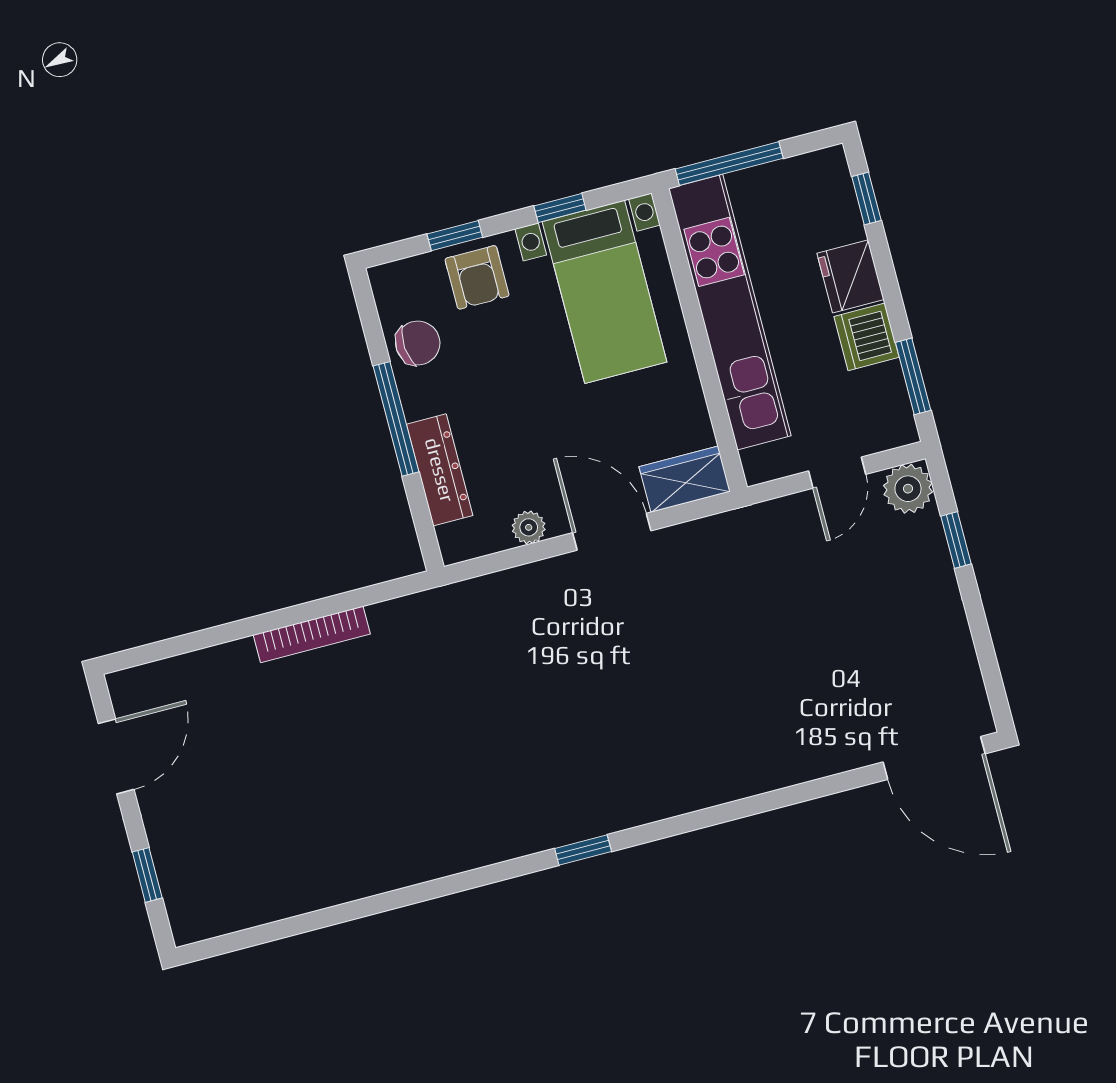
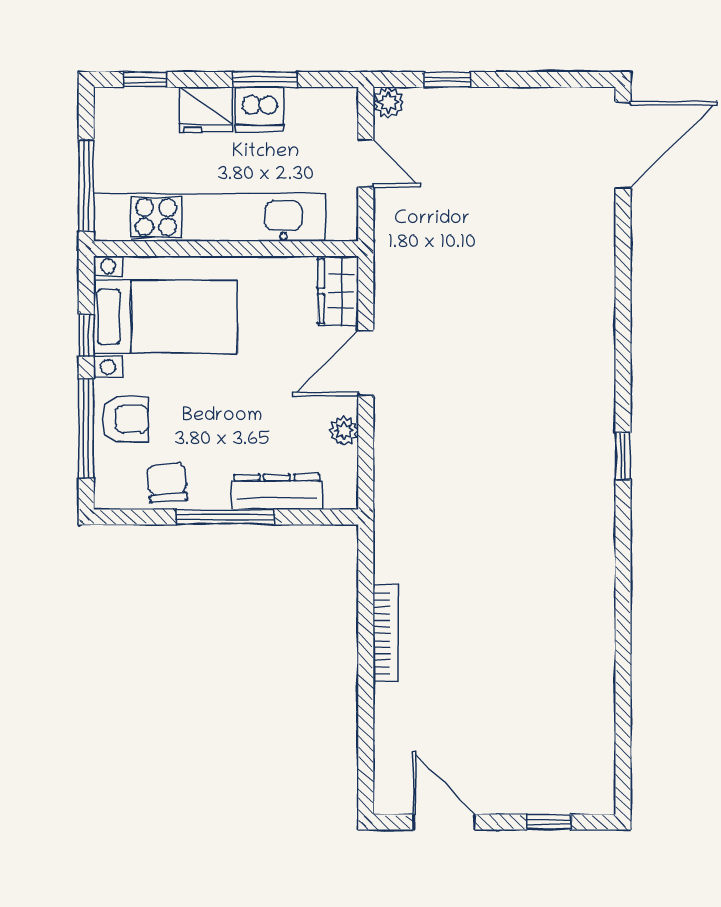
window: (455, 236) -> (86, 428), width x2.17
window: (913, 376) -> (265, 80), moved
plant: (908, 489) -> (388, 102), width x0.73, depth x0.73

